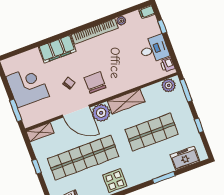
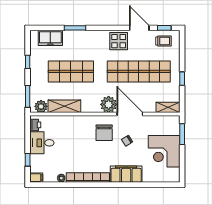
shelving: (126, 101) -> (64, 106), moved

